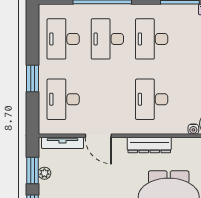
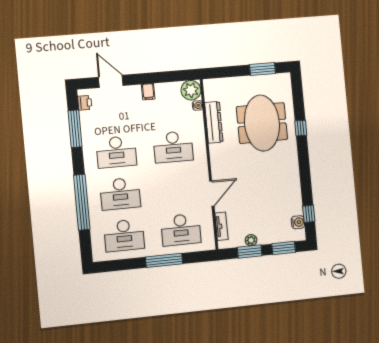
window: (33, 79) -> (164, 260), width x1.44
tv unit: (63, 143) -> (221, 226), width x0.71
dresser: (149, 145) -> (214, 122), moved

